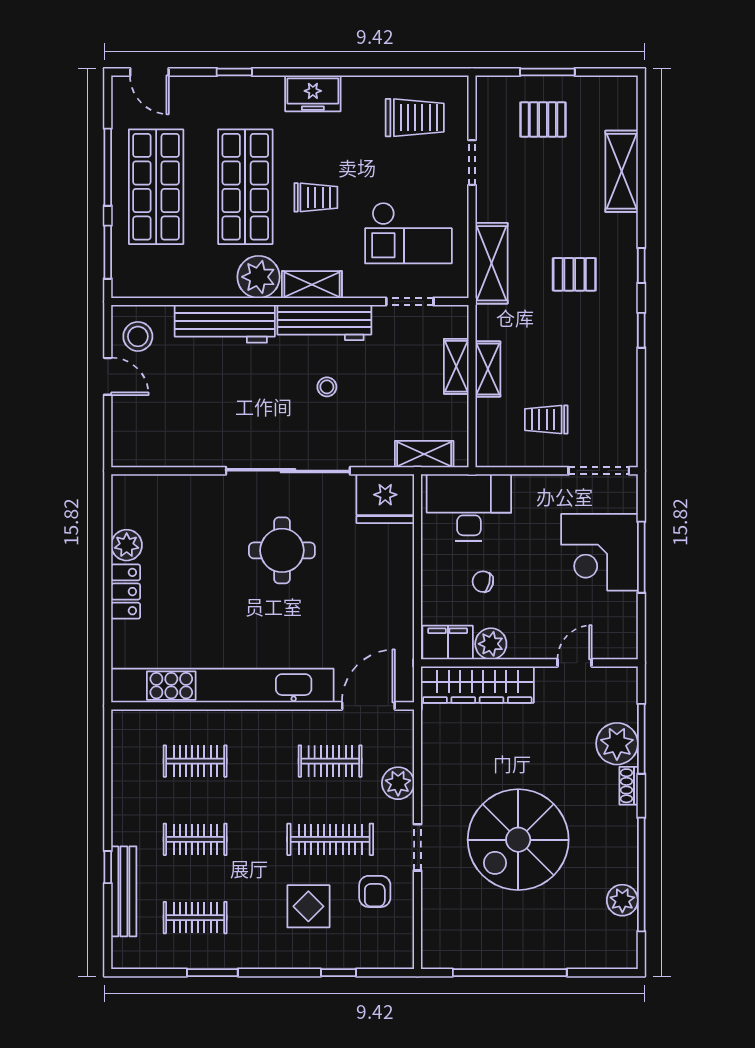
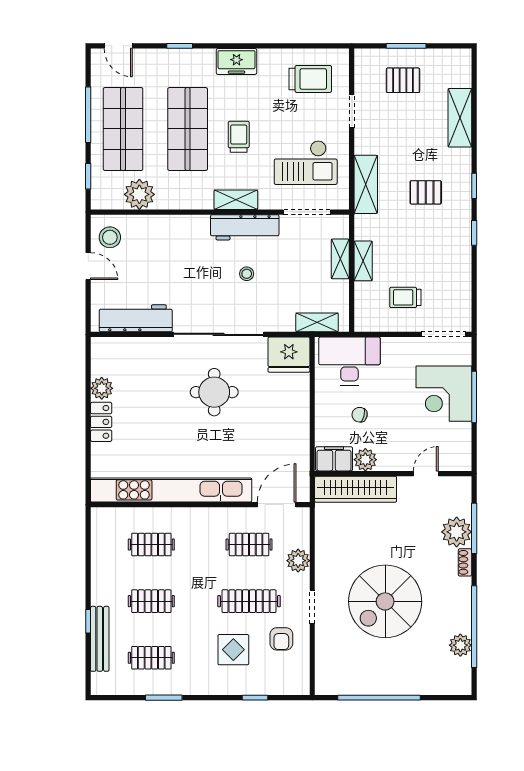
trolley: (316, 197) -> (239, 137), turned -90
window: (108, 252) -> (88, 176), width x0.67
plant: (259, 277) -> (139, 194), moved
doorway: (410, 301) -> (307, 212), width x1.38
workbench: (225, 324) -> (136, 318), moved, turned 180

